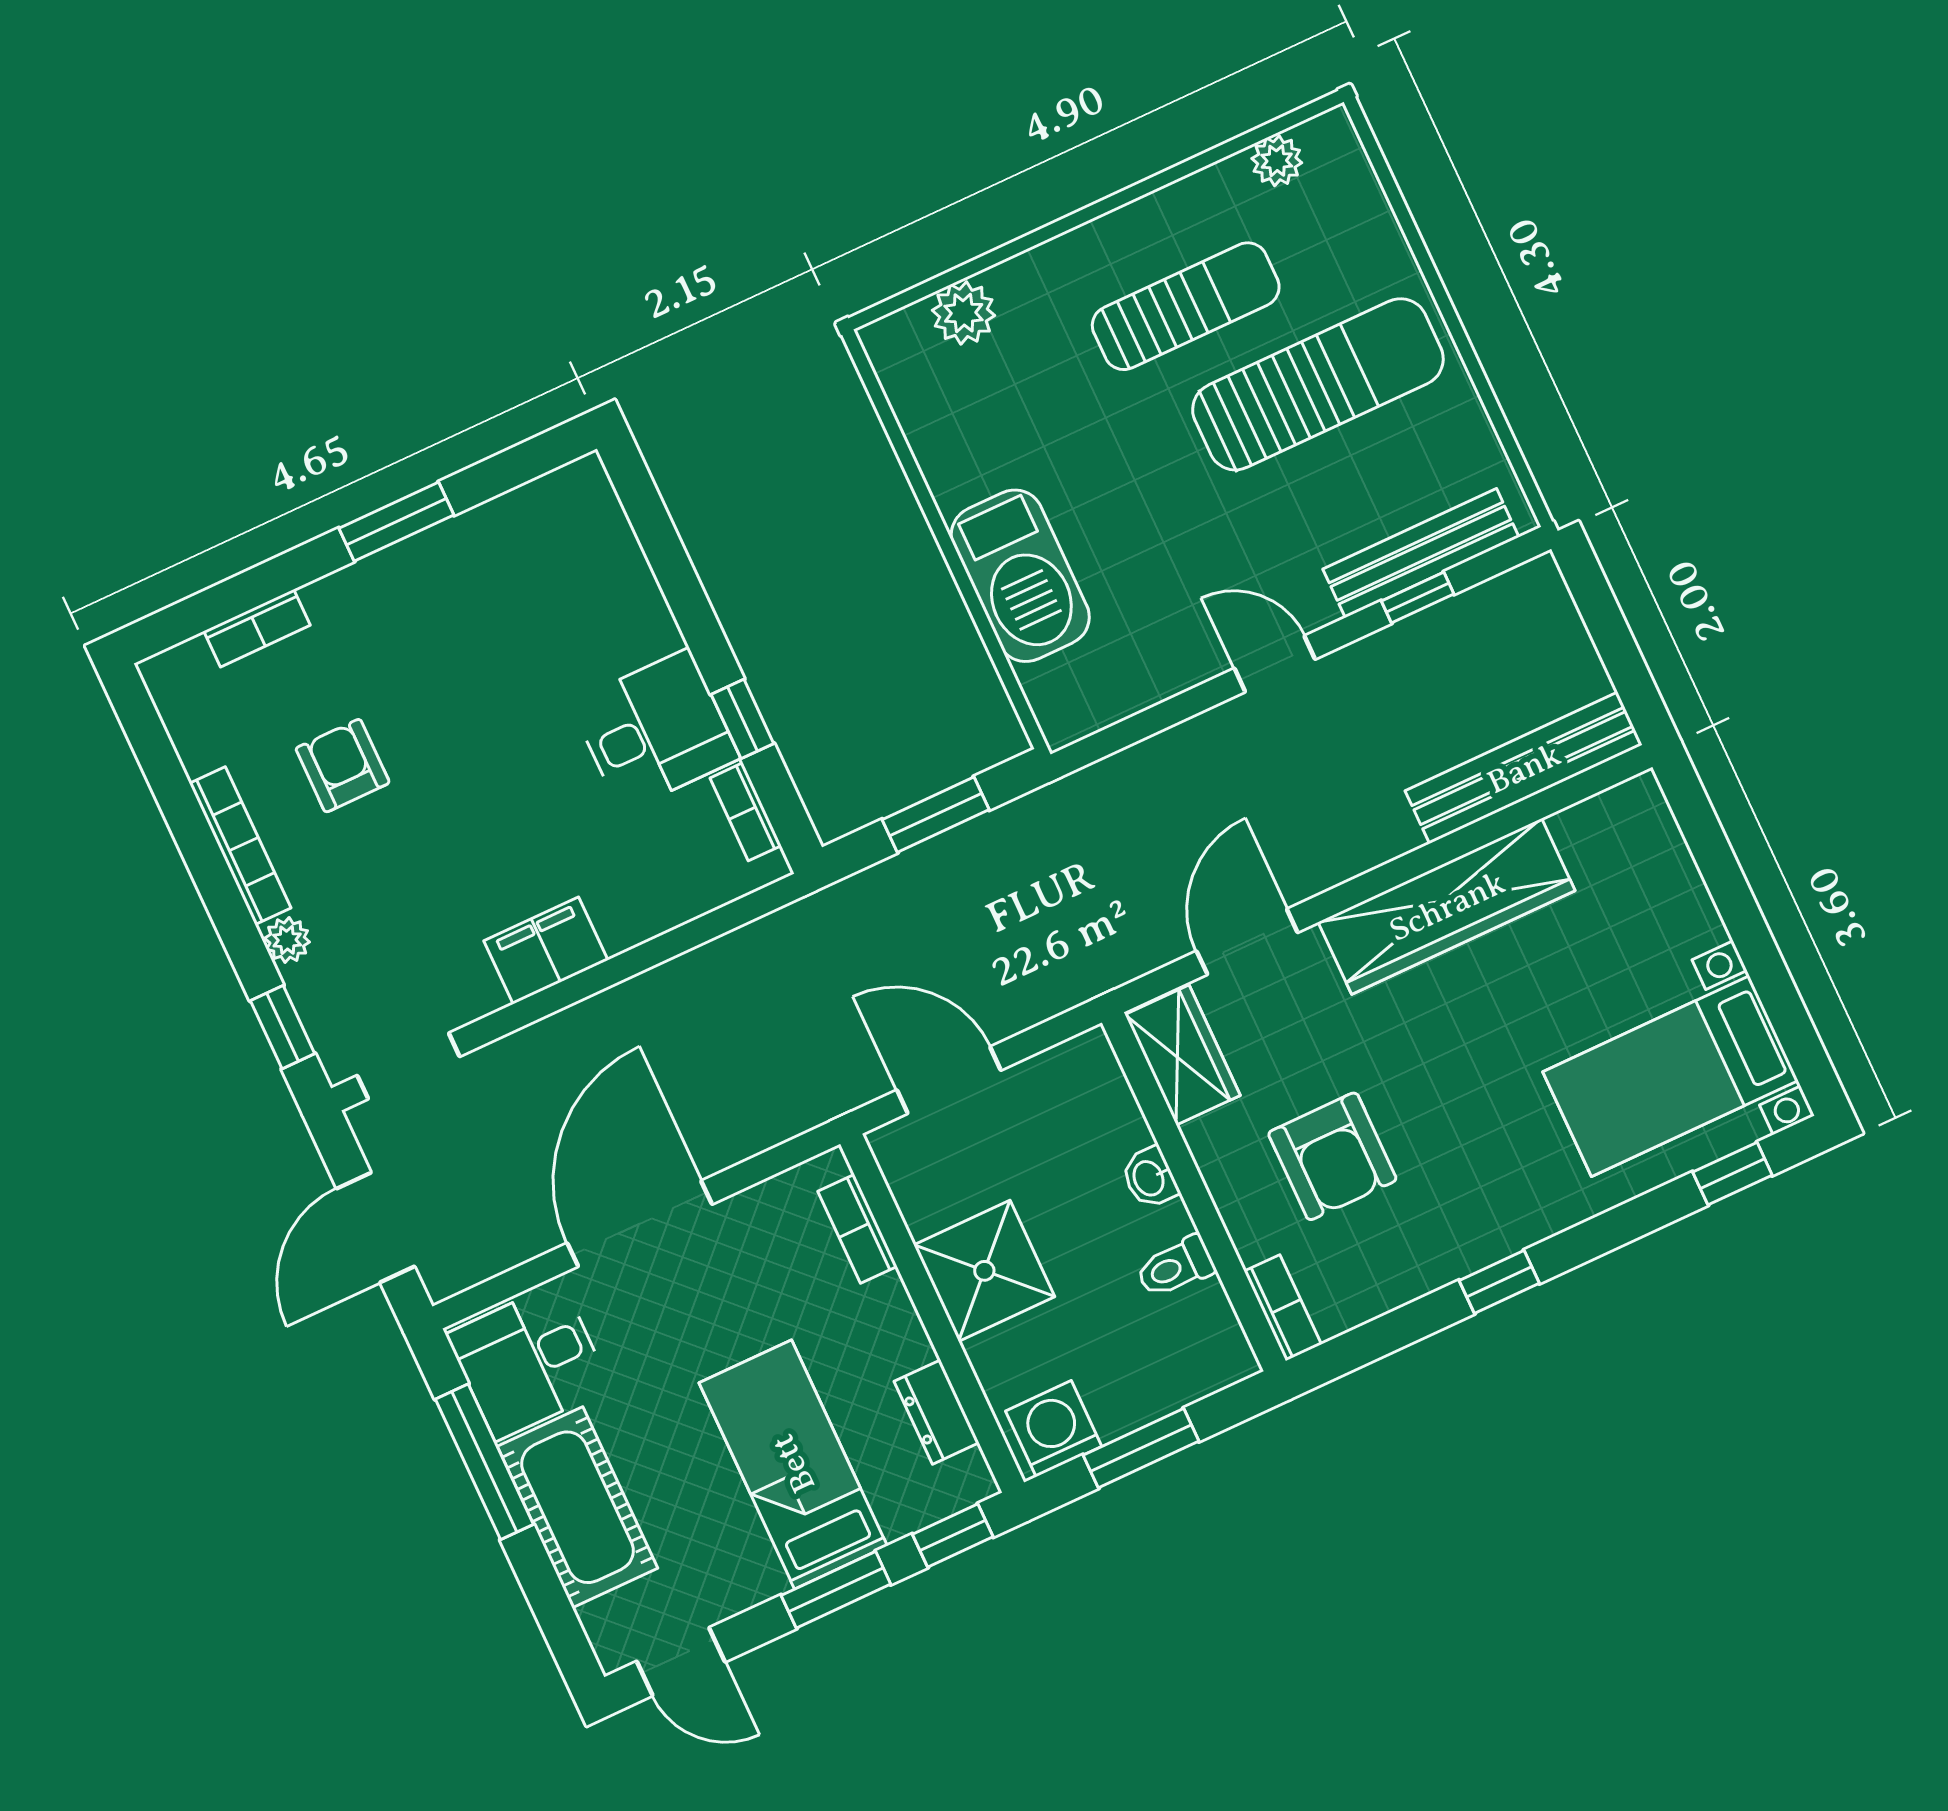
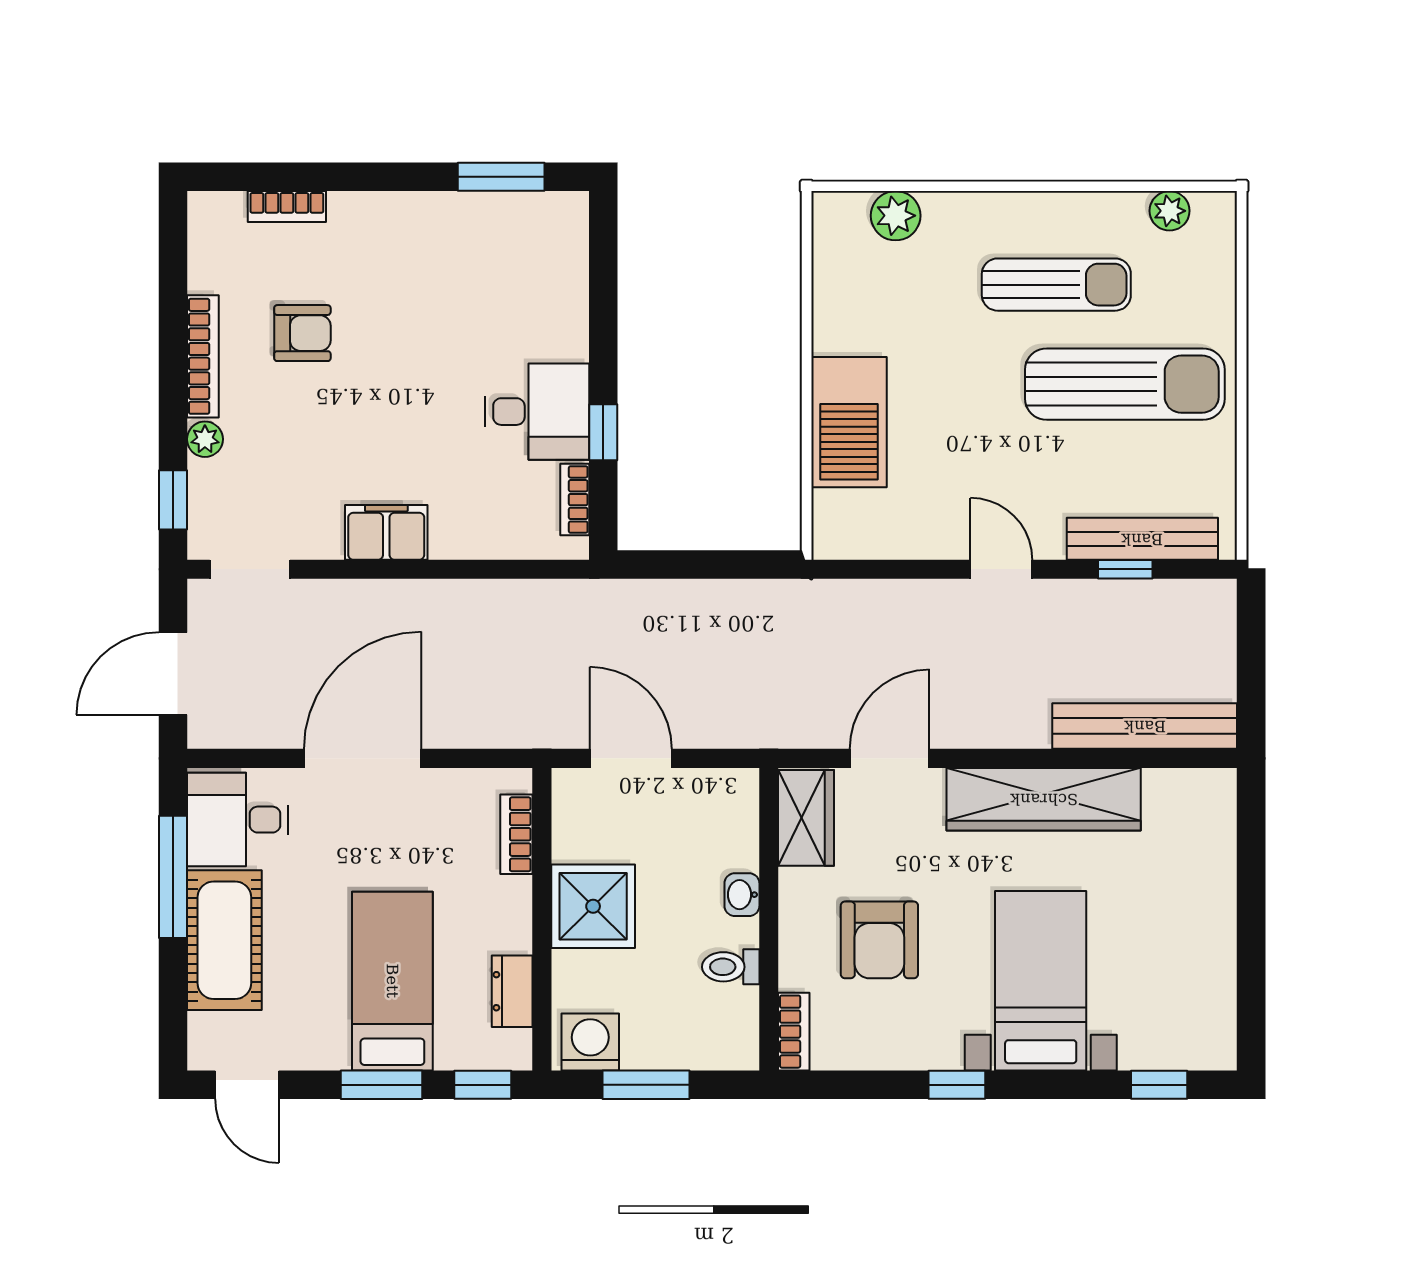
window: (396, 522) -> (501, 177), moved
armchair: (343, 766) -> (302, 333), turned 90
window: (936, 815) -> (709, 565), removed
bed with nightstands: (1670, 1076) -> (1041, 981), moved, turned 90

